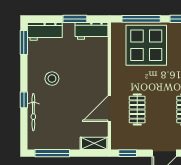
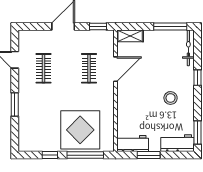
bicycle: (33, 112) -> (188, 48), moved

